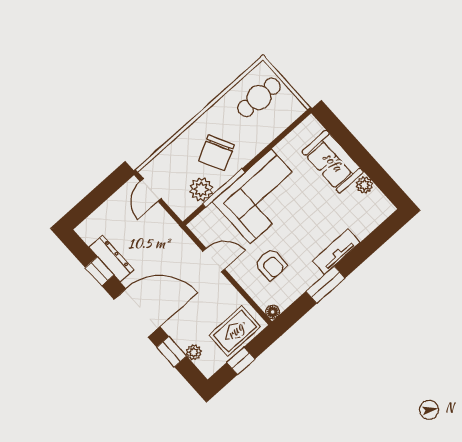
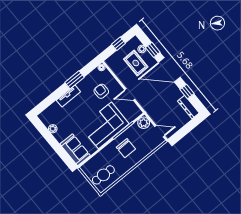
chair: (217, 153) -> (126, 148), turned 117
sofa: (333, 162) -> (75, 150), moved
plant: (201, 189) -> (144, 123), moved
door: (151, 190) -> (160, 131), hinge flipped
dresser: (111, 258) -> (188, 107), moved
rug: (235, 331) -> (136, 63), moved, turned 90

